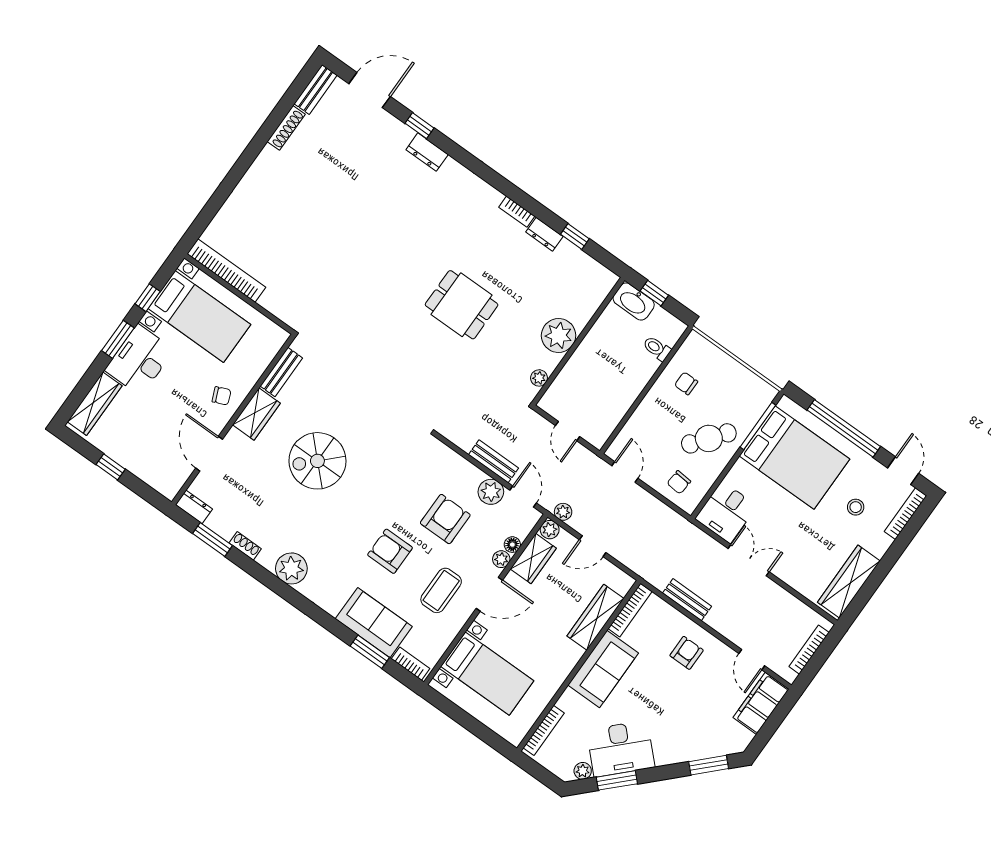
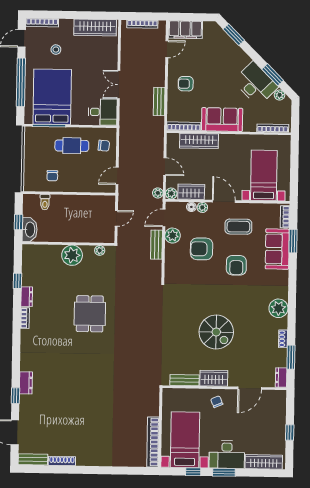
cafe table: (709, 438) -> (72, 146), turned -38

